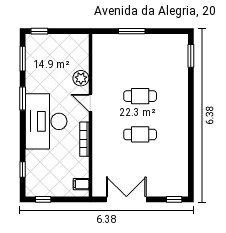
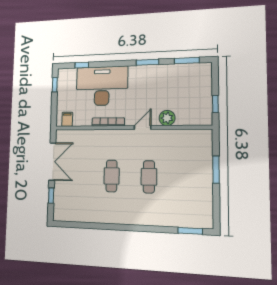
window: (39, 31) -> (215, 104), moved
desk: (46, 121) -> (102, 86), moved
window: (174, 199) -> (51, 196), moved

